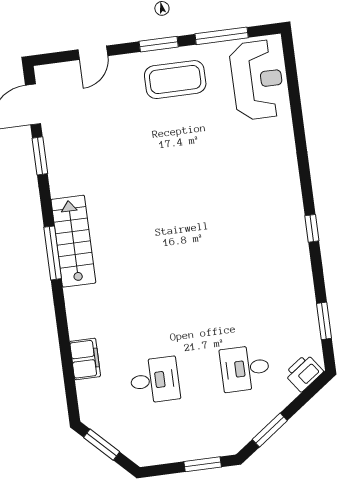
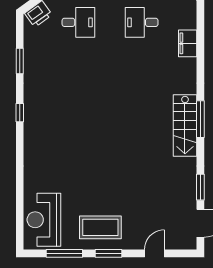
window: (324, 321) -> (20, 61), moved

